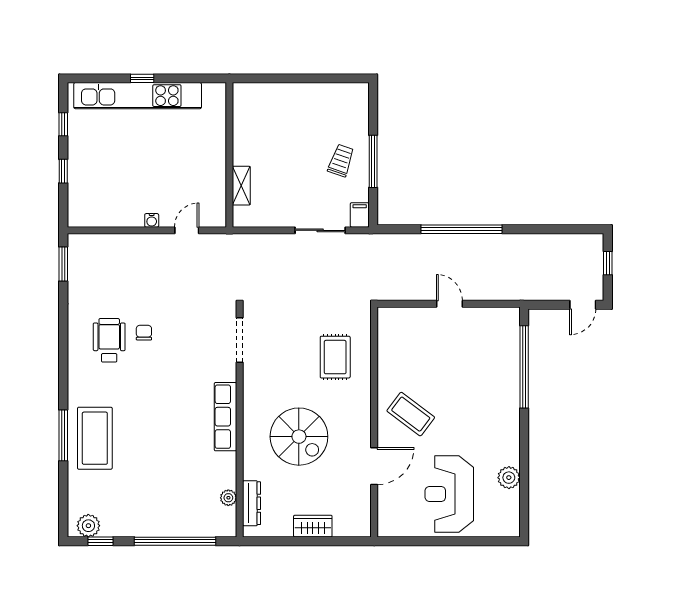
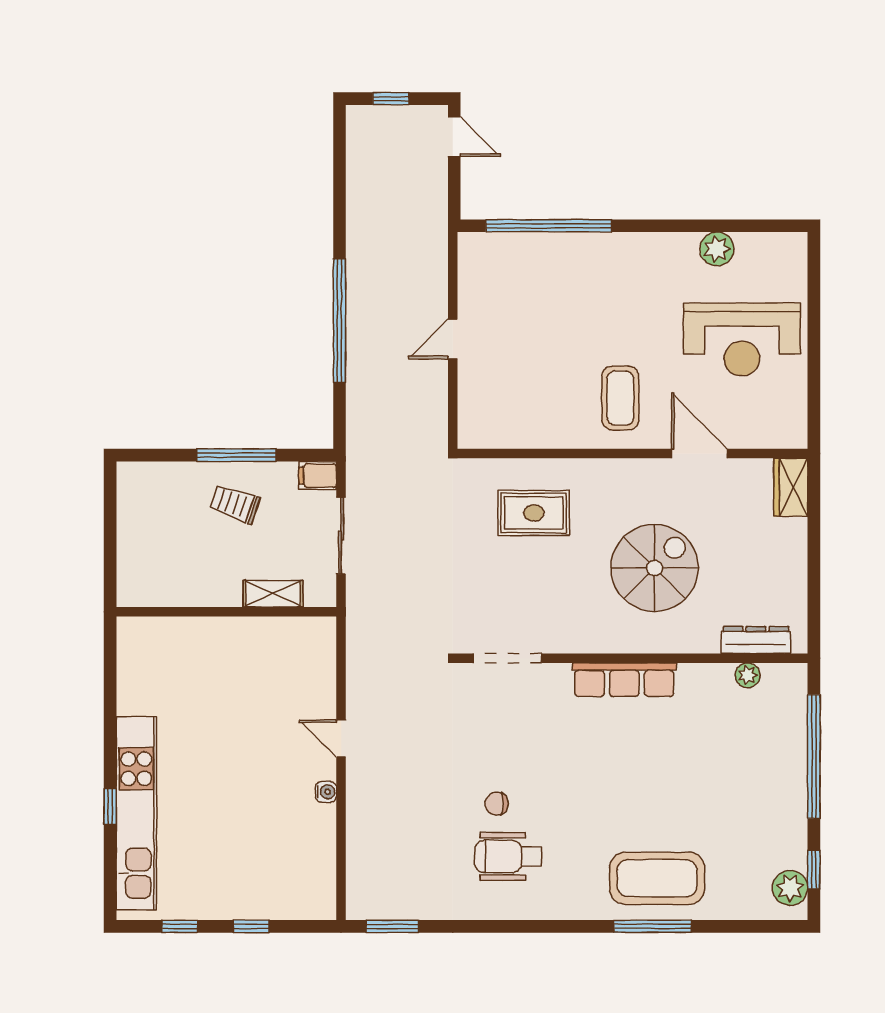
wall: (229, 155) -> (226, 612), moved
shelving: (241, 186) -> (273, 594), moved
coffee table: (411, 414) -> (620, 398), turned -37
wardrobe: (313, 526) -> (791, 487), moved

